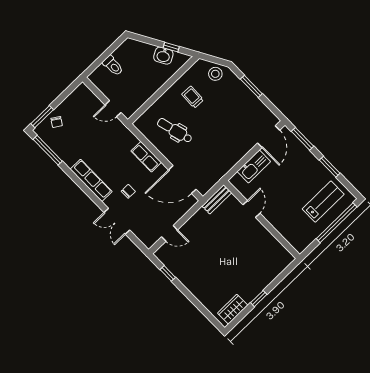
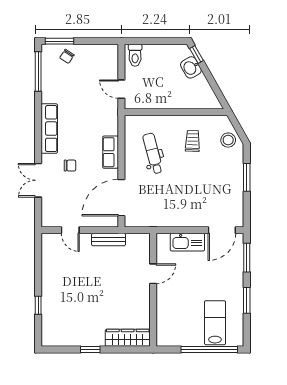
window: (171, 47) -> (197, 54), moved
washbasin: (163, 56) -> (191, 67), moved
toilet: (113, 66) -> (135, 55), moved
door: (182, 180) -> (121, 198), hinge flipped
bench: (217, 199) -> (108, 240), moved
lab bench: (323, 202) -> (215, 323), turned -90
window: (168, 273) -> (38, 305), moved
wardrobe: (233, 309) -> (128, 338), moved, width x1.50

